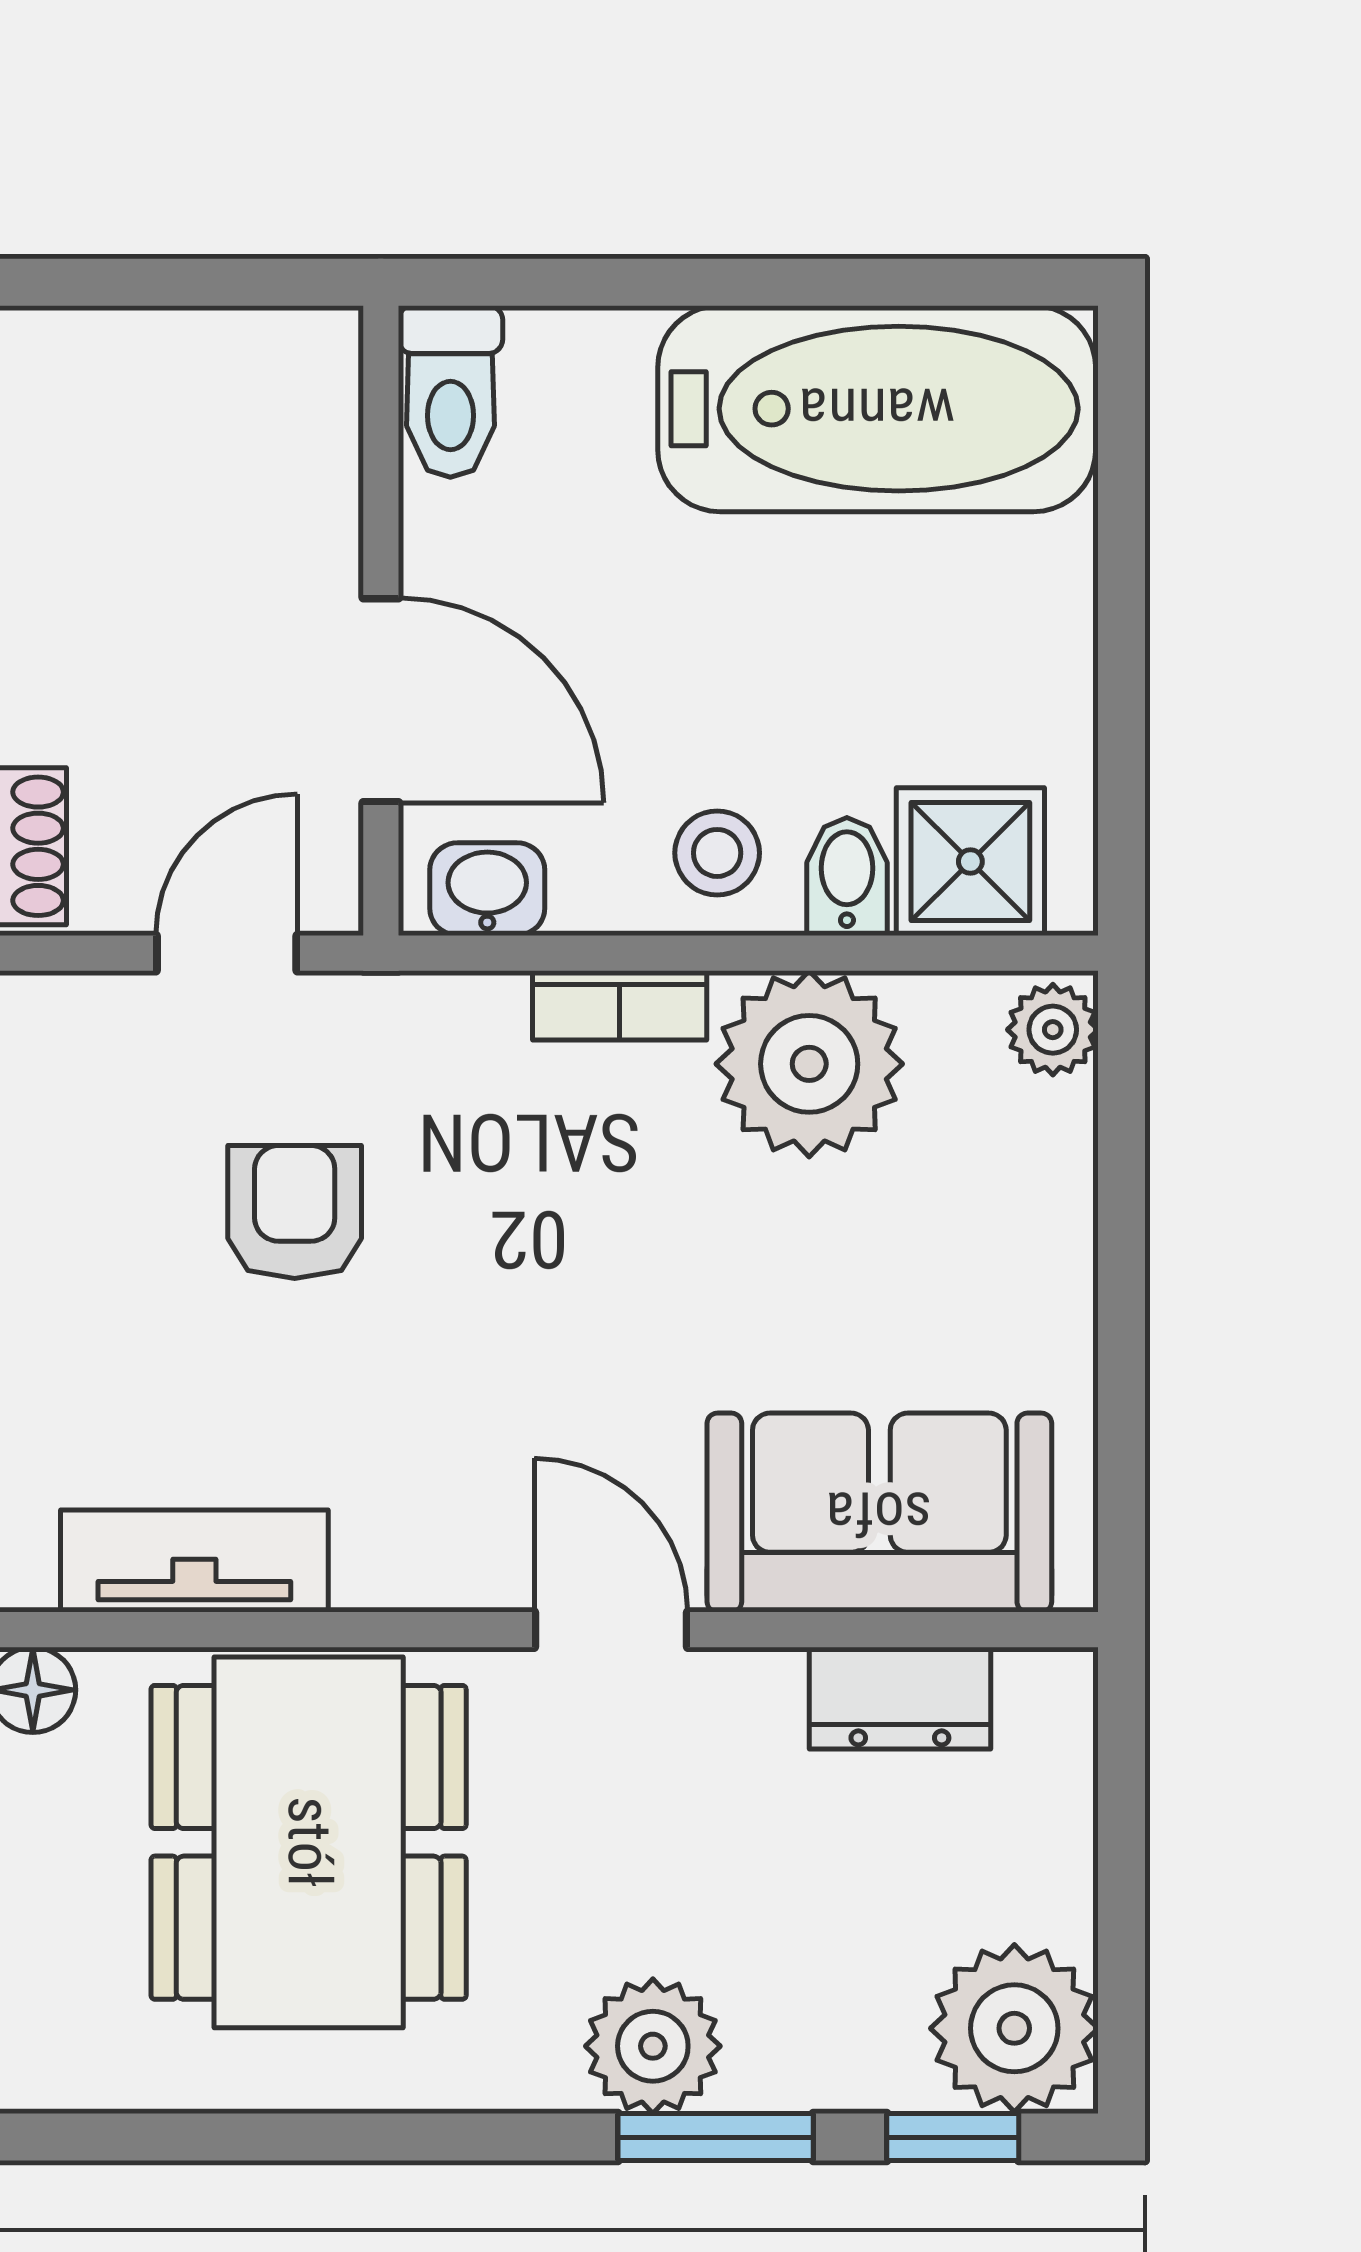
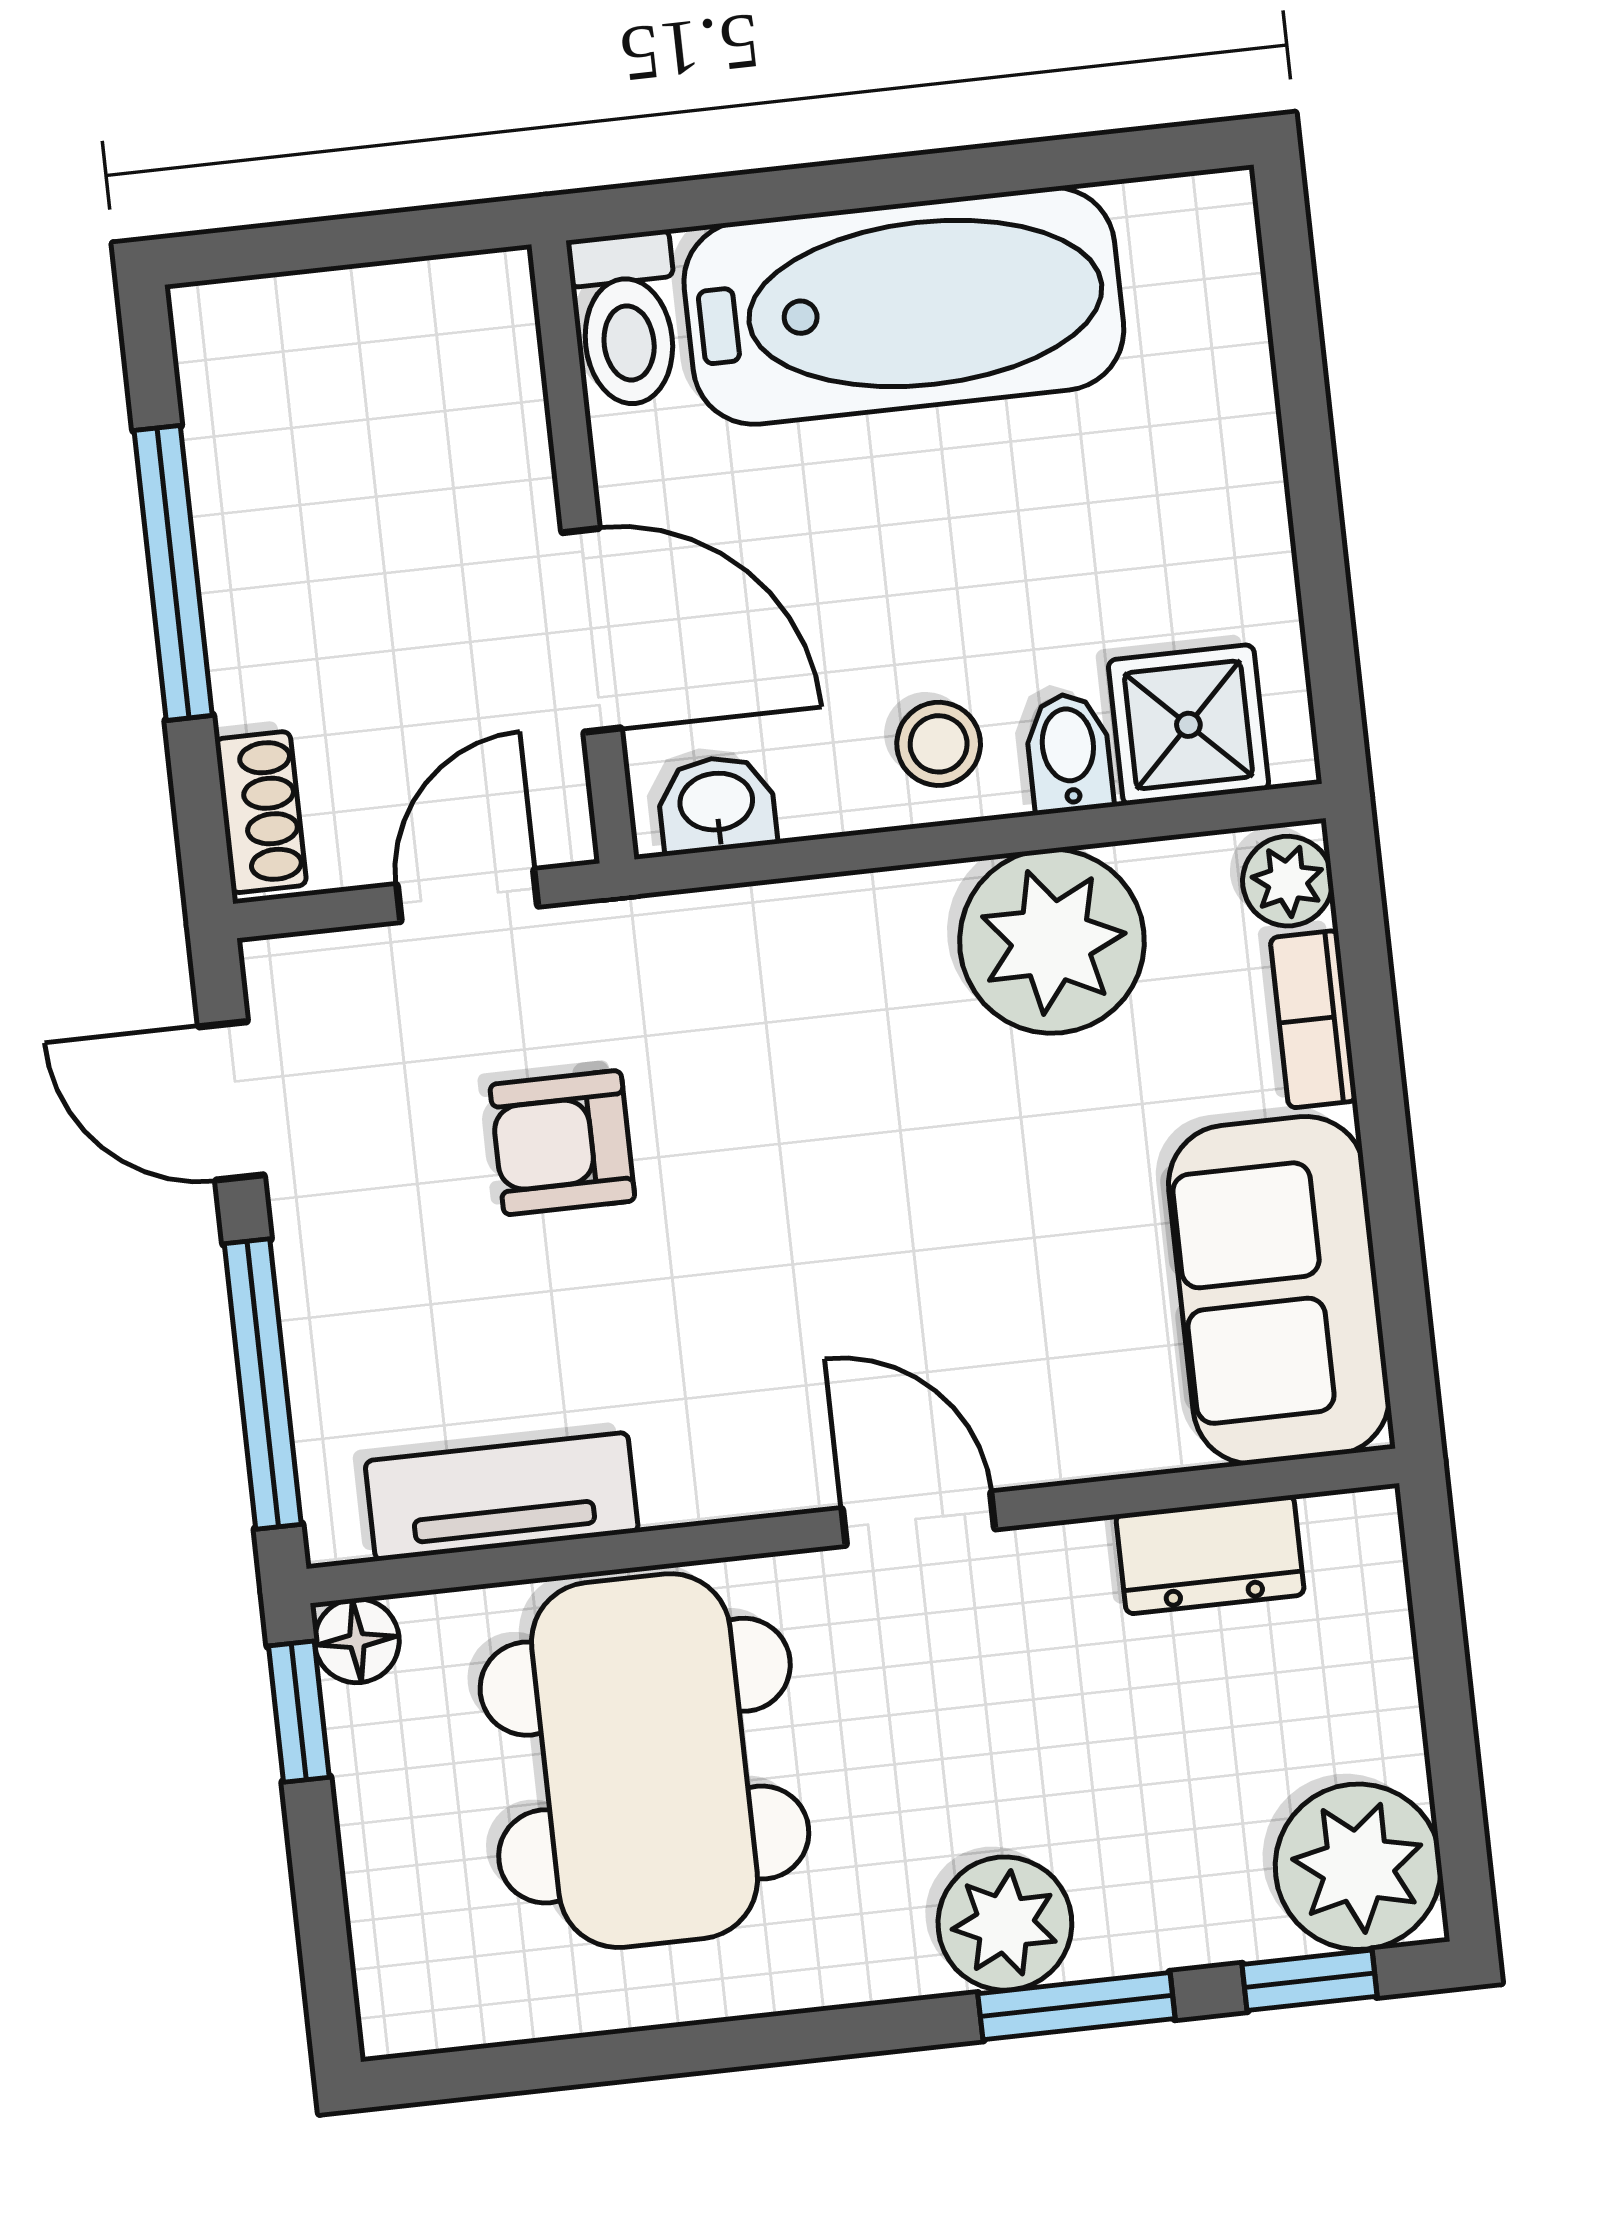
bathtub: (877, 409) -> (904, 306), moved
bookcase: (620, 1005) -> (1313, 1019), moved, turned 90
armchair: (295, 1212) -> (562, 1143), turned -90
sofa: (879, 1513) -> (1279, 1290), moved, turned -90

